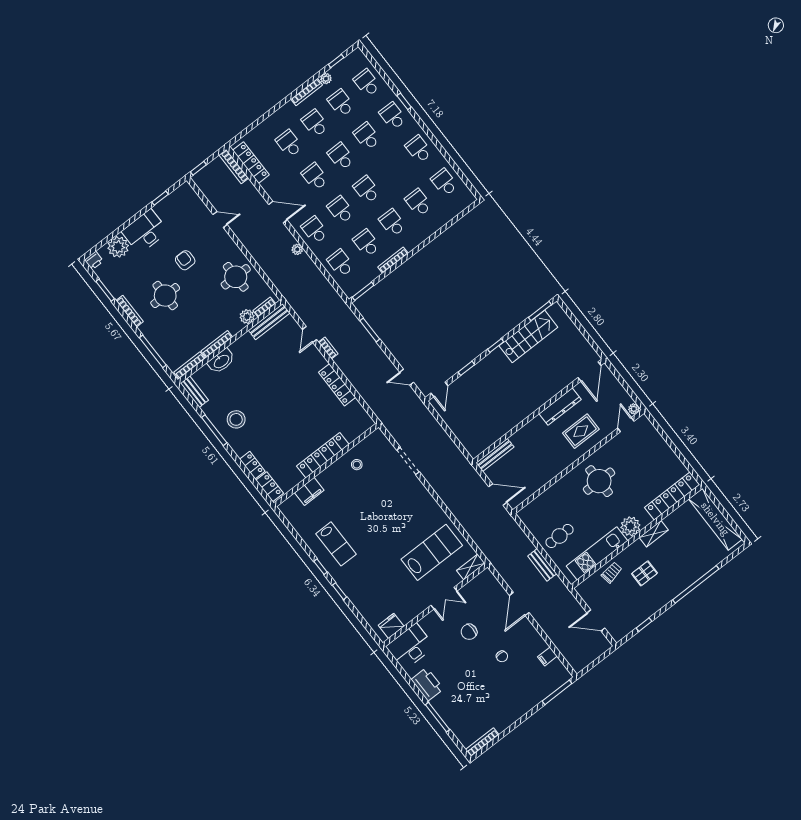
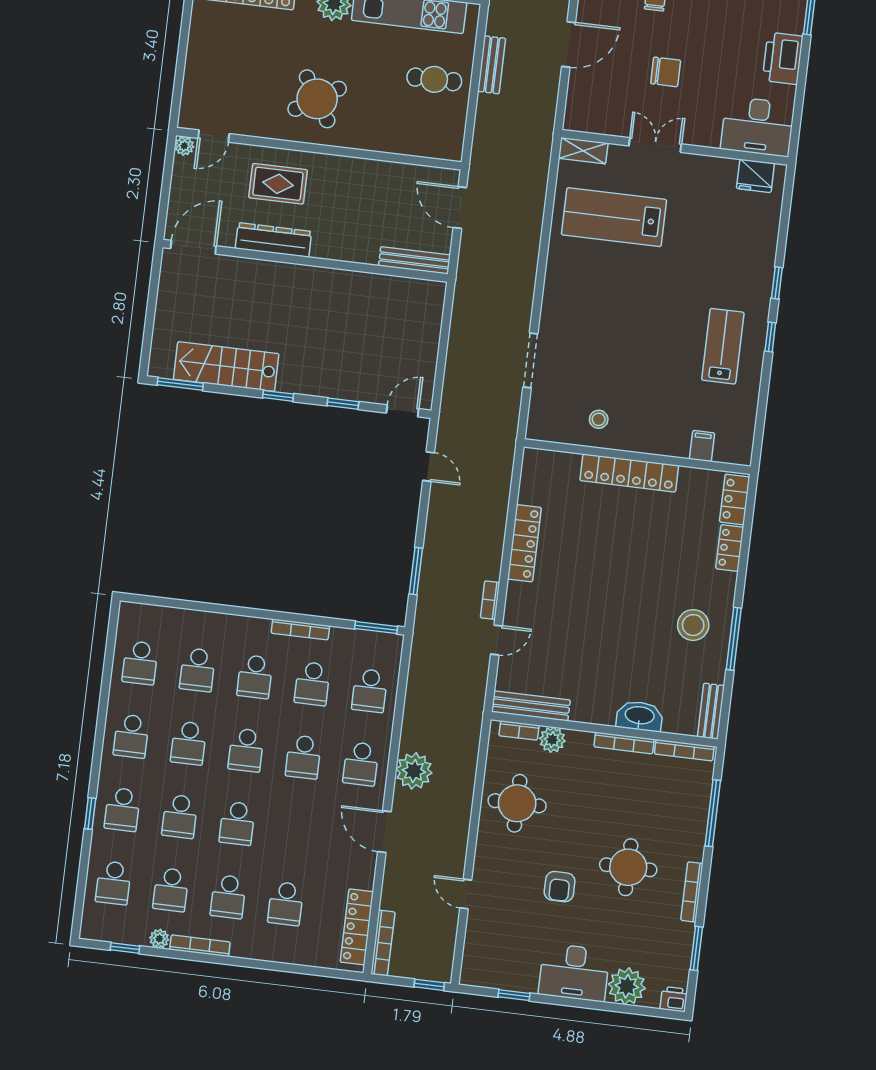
school desk: (315, 177) -> (189, 743), moved
plant: (297, 249) -> (414, 771), width x1.88, depth x1.88
round table: (599, 481) -> (317, 99), turned -32
filing cabinet: (309, 491) -> (702, 446), width x0.50

